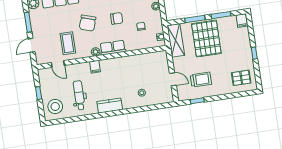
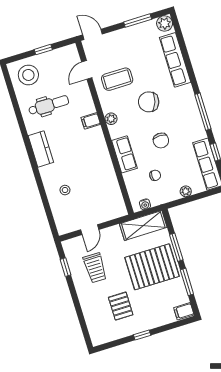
door: (31, 45) -> (92, 34), moved
row of seats: (113, 48) -> (124, 154), moved
pallet: (241, 78) -> (121, 306), moved

